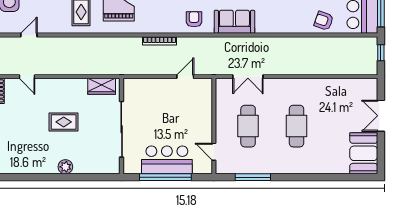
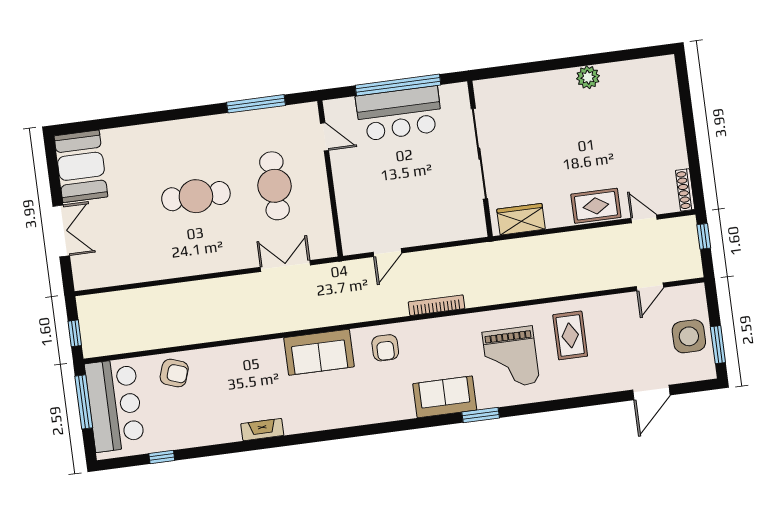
rug: (64, 122) -> (596, 206), moved
cafe table: (296, 126) -> (196, 196), turned 90
plant: (65, 167) -> (588, 77), moved

